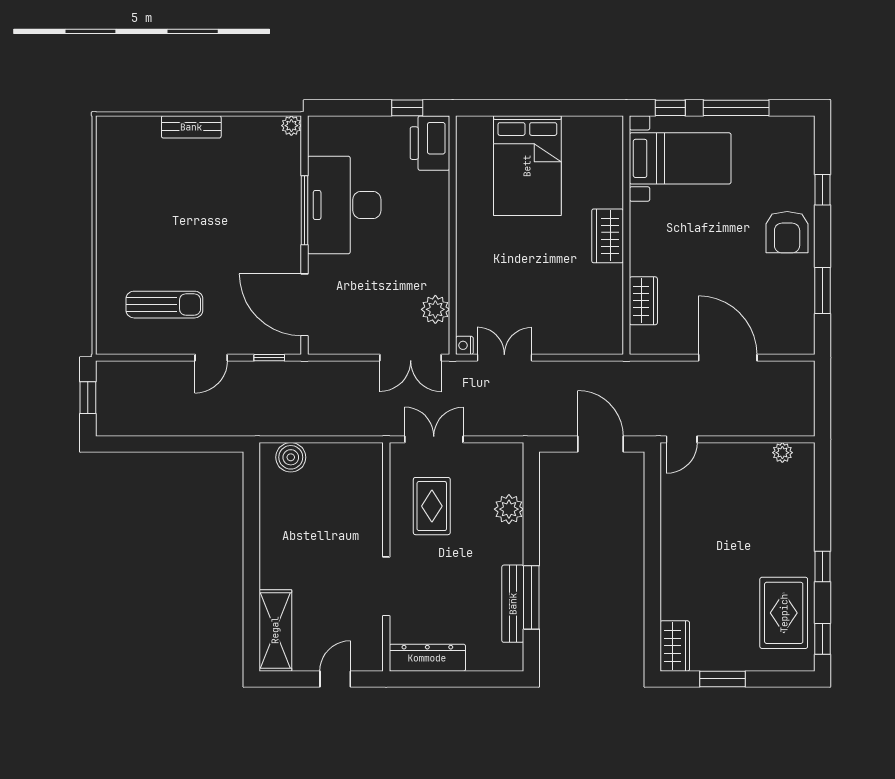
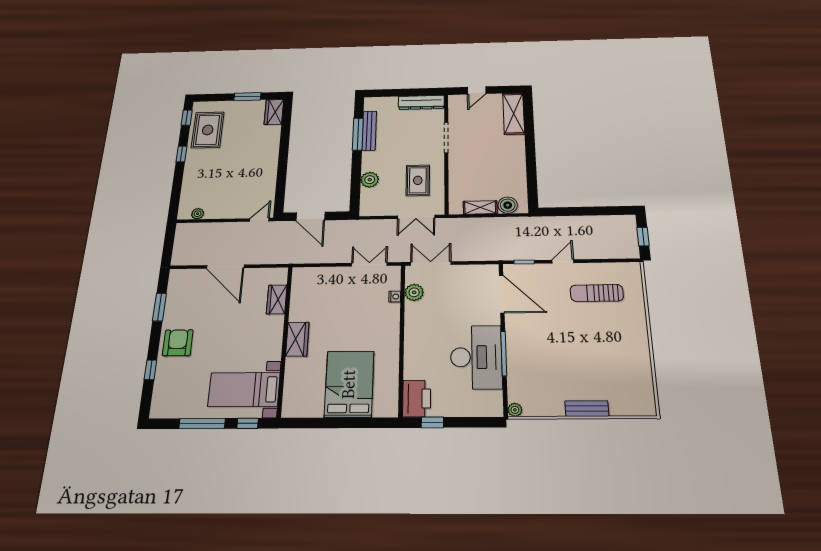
nightstand: (464, 345) -> (395, 297), moved
double door: (504, 358) -> (369, 264), swing flipped
shelving: (334, 454) -> (480, 207), added

